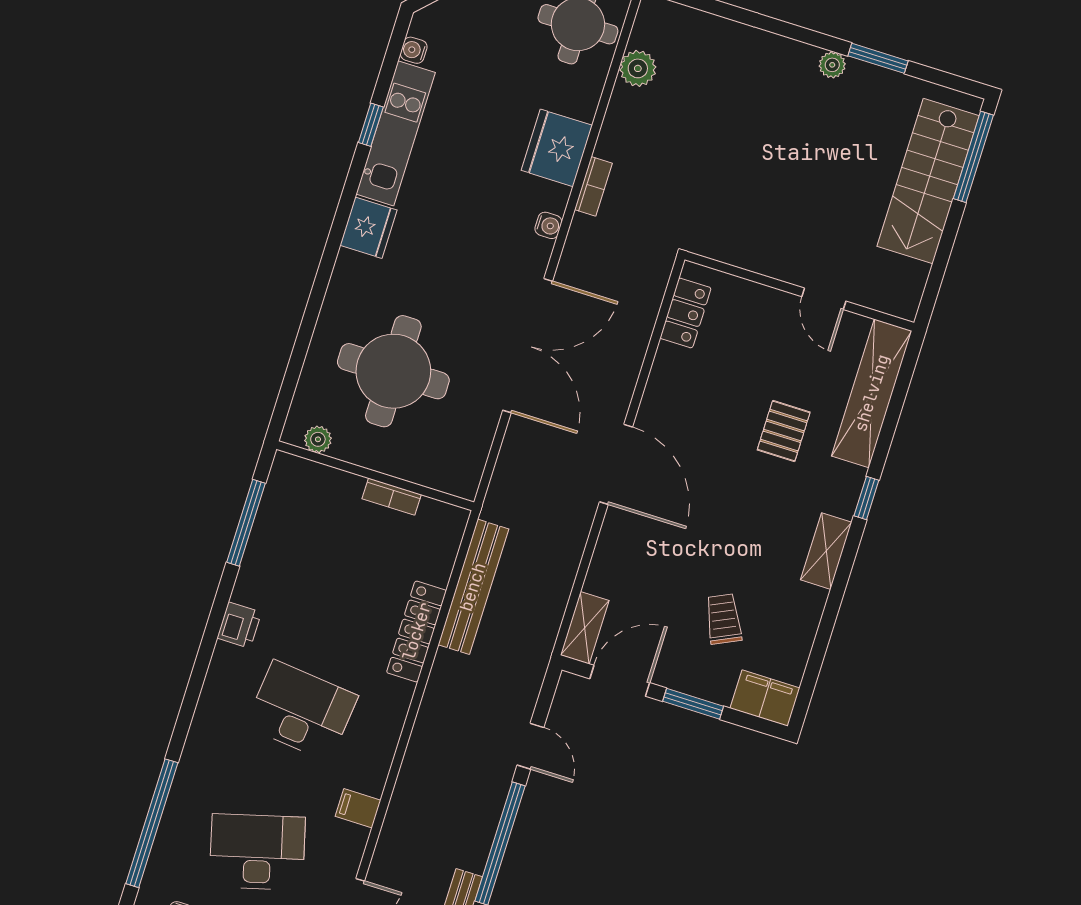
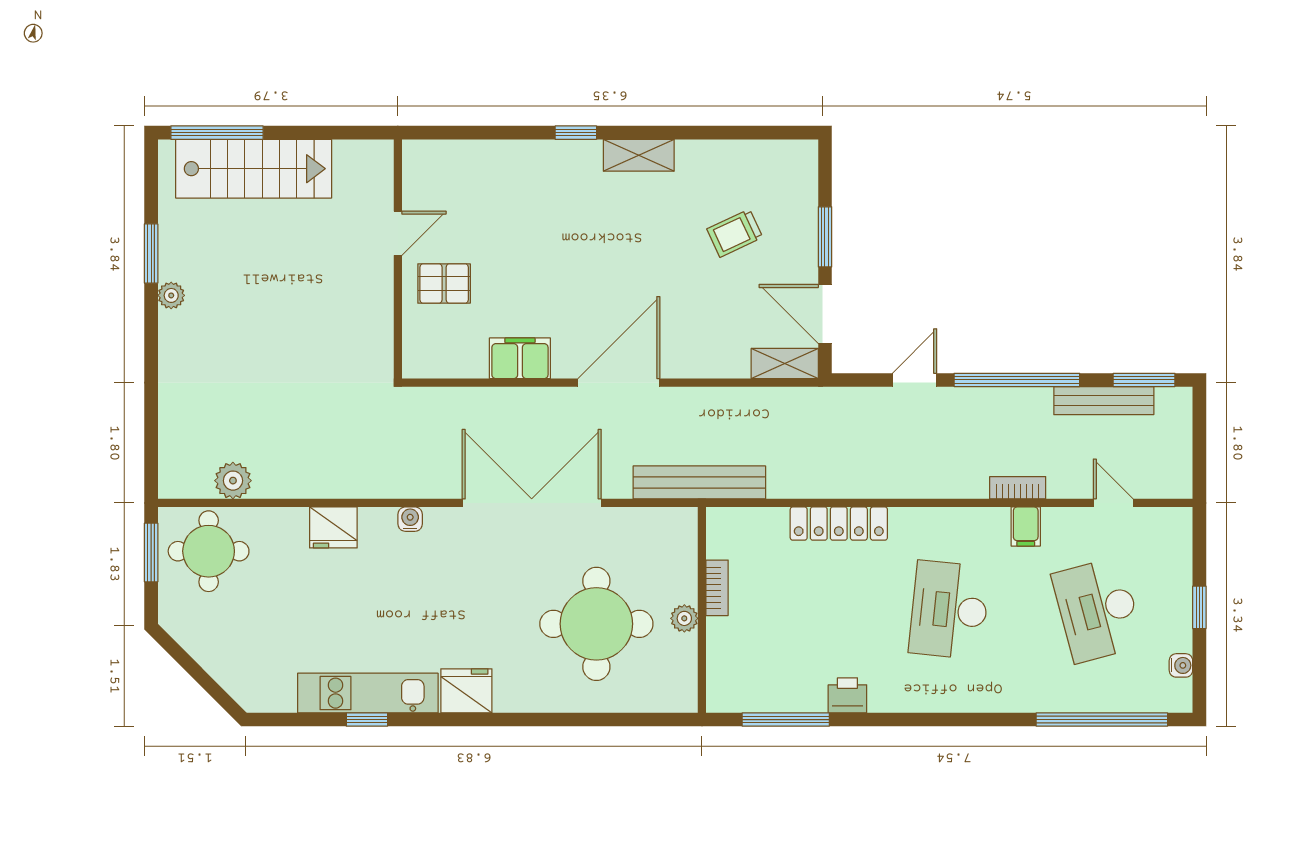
water cooler: (414, 50) -> (283, 701), removed
fridge: (557, 148) -> (333, 527), width x0.73, depth x0.75
bookcase: (593, 186) -> (1018, 488), moved
locker: (685, 313) -> (453, 361), removed
shelving: (872, 393) -> (474, 159), removed
pallet: (784, 431) -> (444, 284), moved
plant: (318, 439) -> (684, 618), moved
bench: (473, 587) -> (699, 482), moved
printer: (239, 625) -> (847, 695), moved
filing cabinet: (765, 698) -> (520, 358), moved, turned 90

